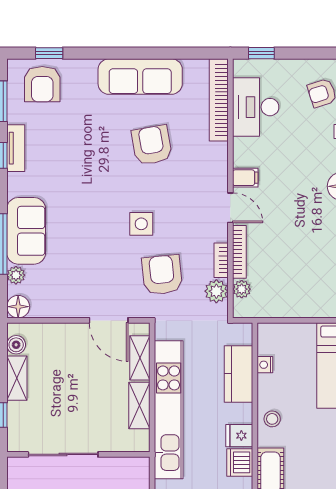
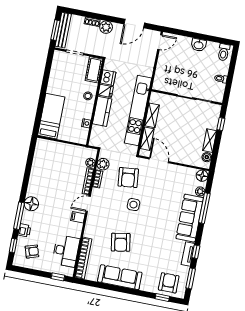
door: (230, 208) -> (88, 204), hinge flipped
sofa: (26, 231) -> (190, 218), width x1.36
kitchen counter: (238, 374) -> (102, 111), moved

